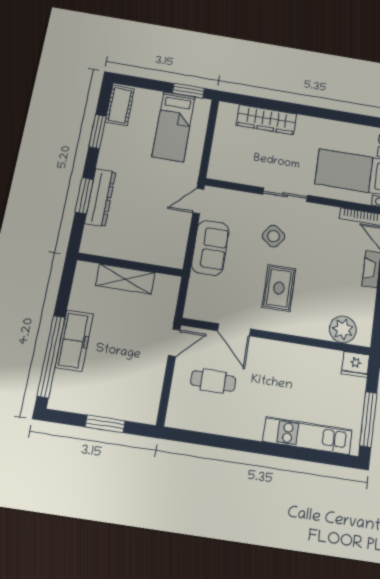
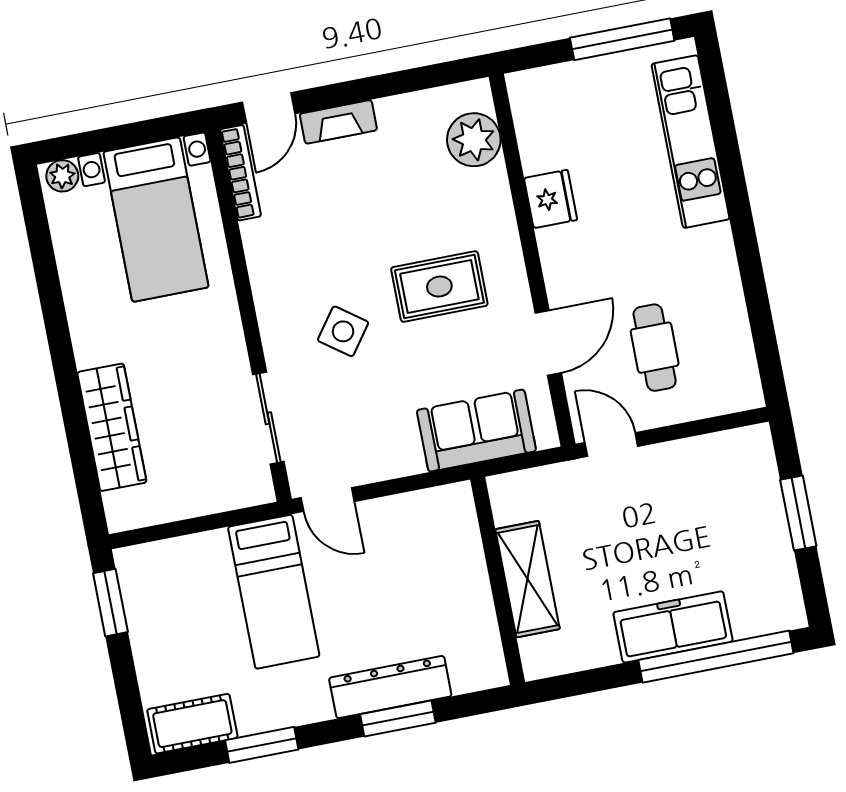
bed: (174, 127) -> (274, 592), moved, turned 90
sliding door: (285, 195) -> (268, 418), moved
sofa: (210, 248) -> (476, 431), moved
fridge: (355, 364) -> (551, 199), moved

